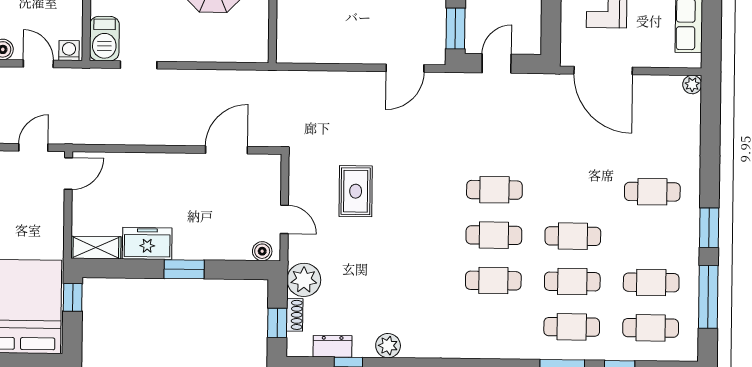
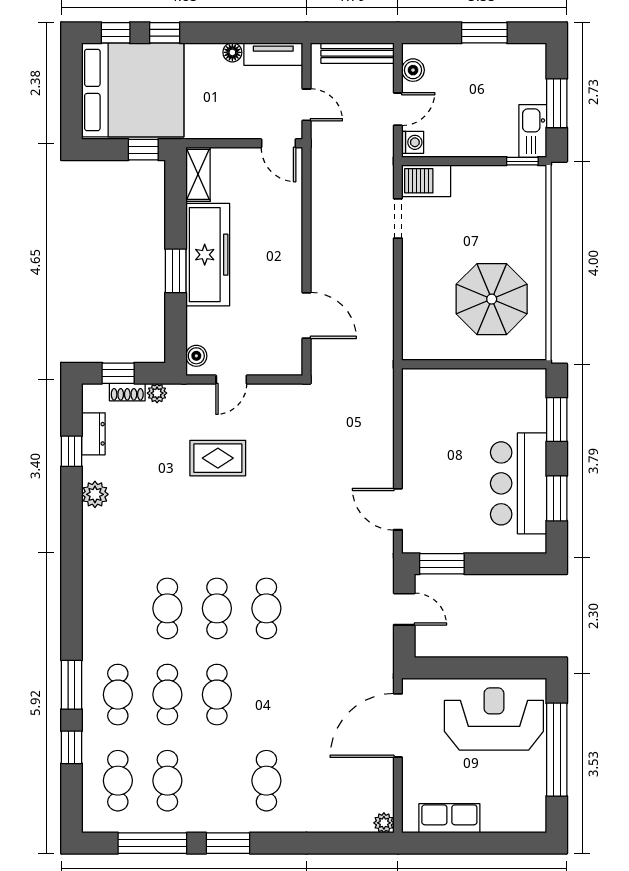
rug: (356, 191) -> (218, 458), moved
freezer: (147, 243) -> (208, 255), width x1.91, depth x1.26
plant: (304, 280) -> (157, 393), width x0.53, depth x0.53

